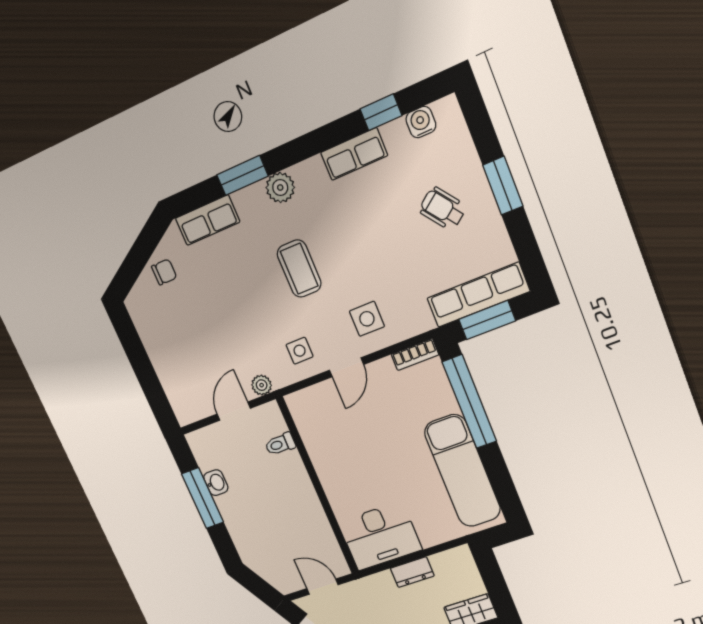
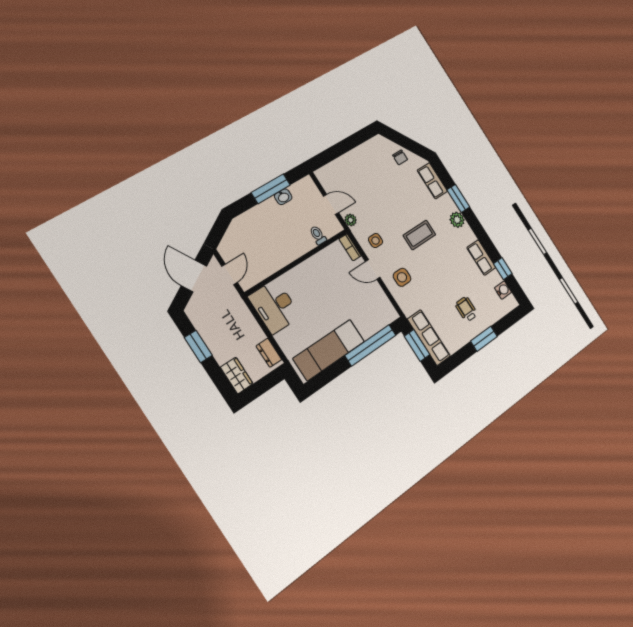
wheelchair: (443, 209) -> (466, 309), turned -53
bookcase: (415, 355) -> (350, 247), moved
dresser: (412, 572) -> (269, 353), moved

